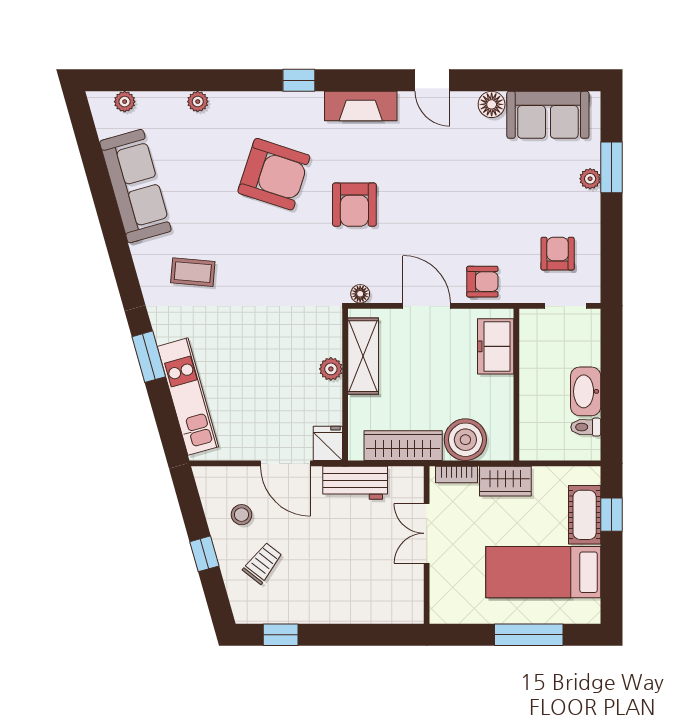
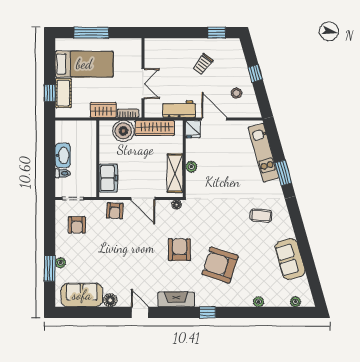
sofa: (135, 186) -> (290, 259), width x0.73
armchair: (482, 282) -> (115, 211), turned -87
toilet: (586, 427) -> (63, 173), moved
trolley: (263, 563) -> (203, 64), moved

